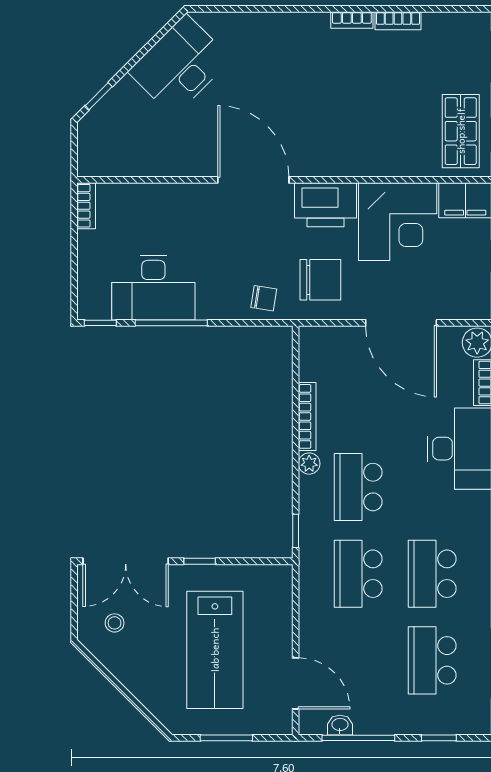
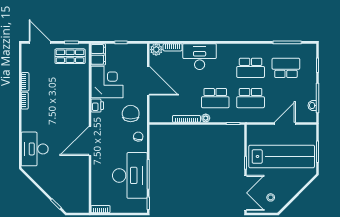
desk: (180, 65) -> (35, 149), moved, turned 45
printer: (326, 205) -> (97, 106), width x0.53, depth x0.68
desk: (153, 288) -> (130, 175), width x1.36, depth x1.30
door: (401, 323) -> (148, 81), hinge flipped
lab bench: (215, 650) -> (282, 156), width x1.36
school desk: (432, 660) -> (286, 68), turned 180
door: (296, 683) -> (285, 124), moved

